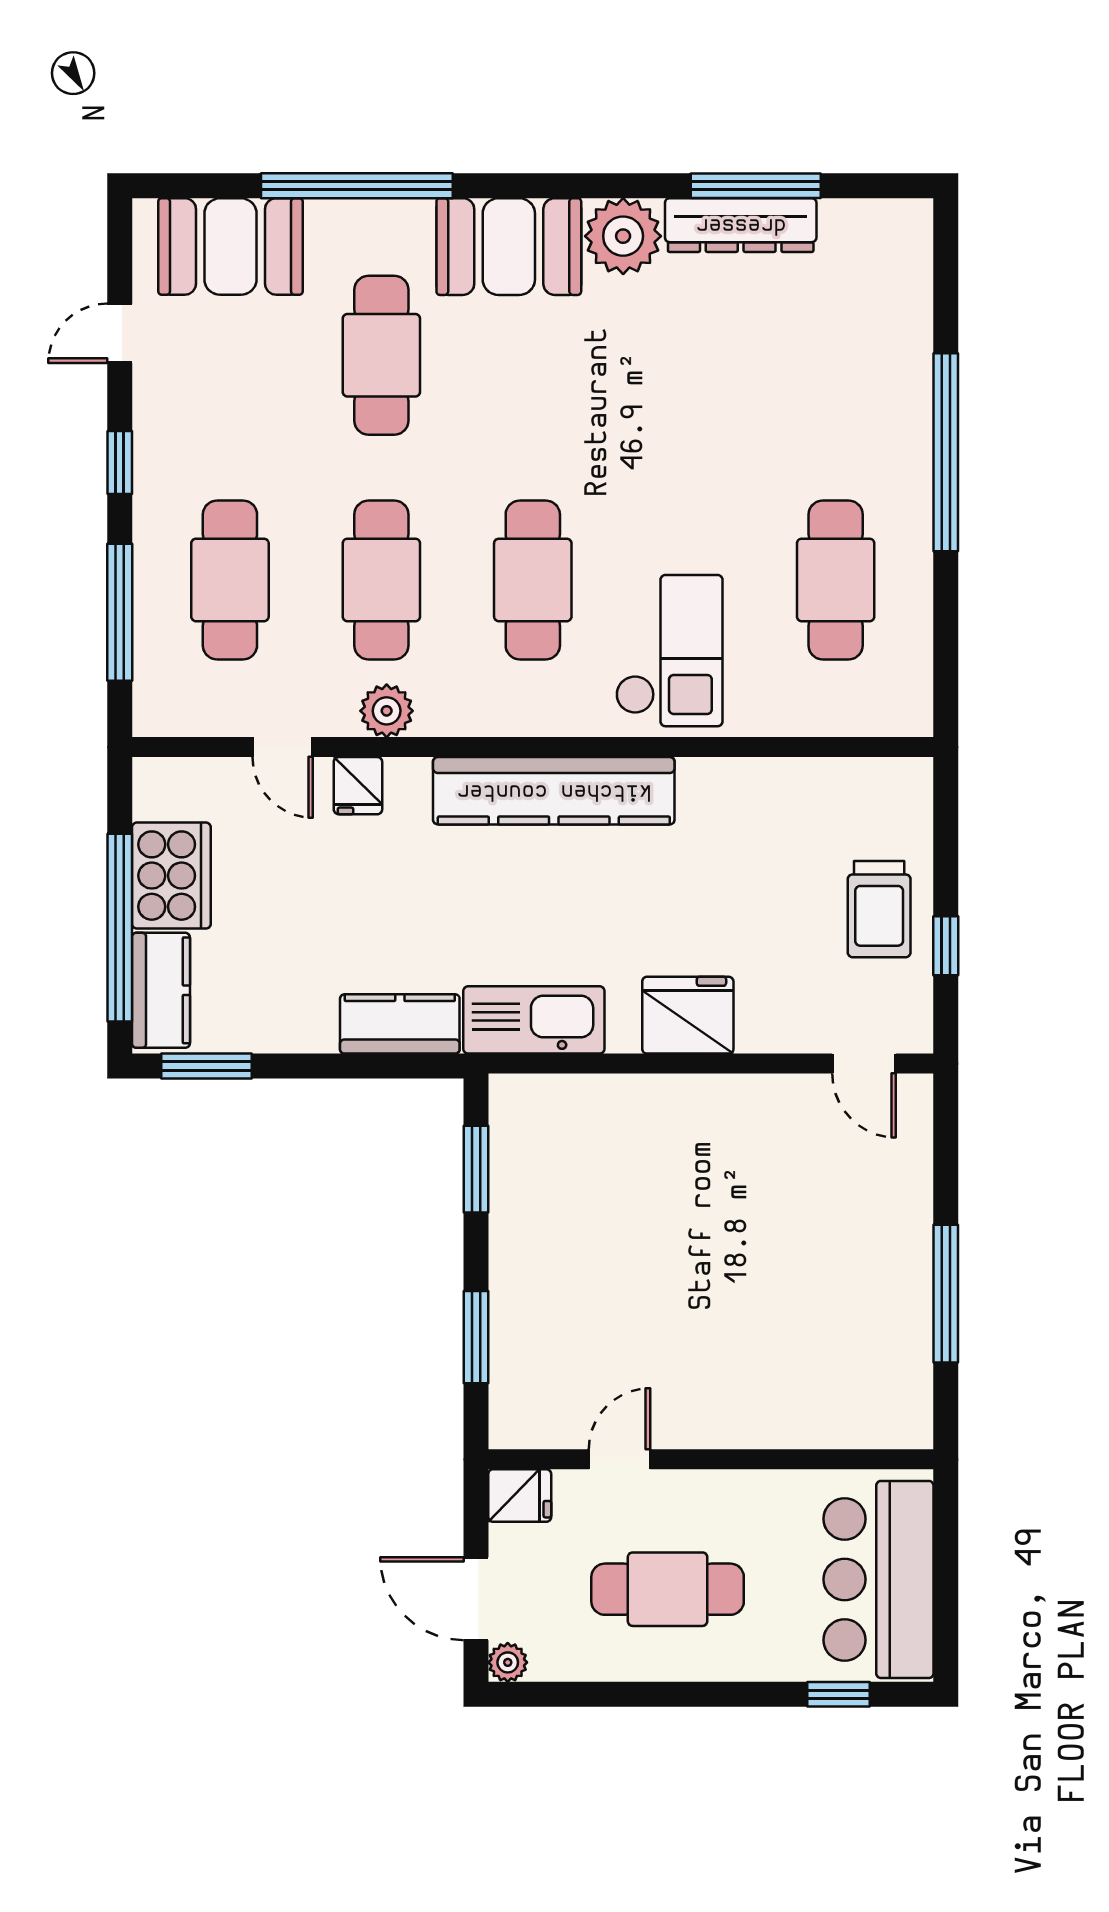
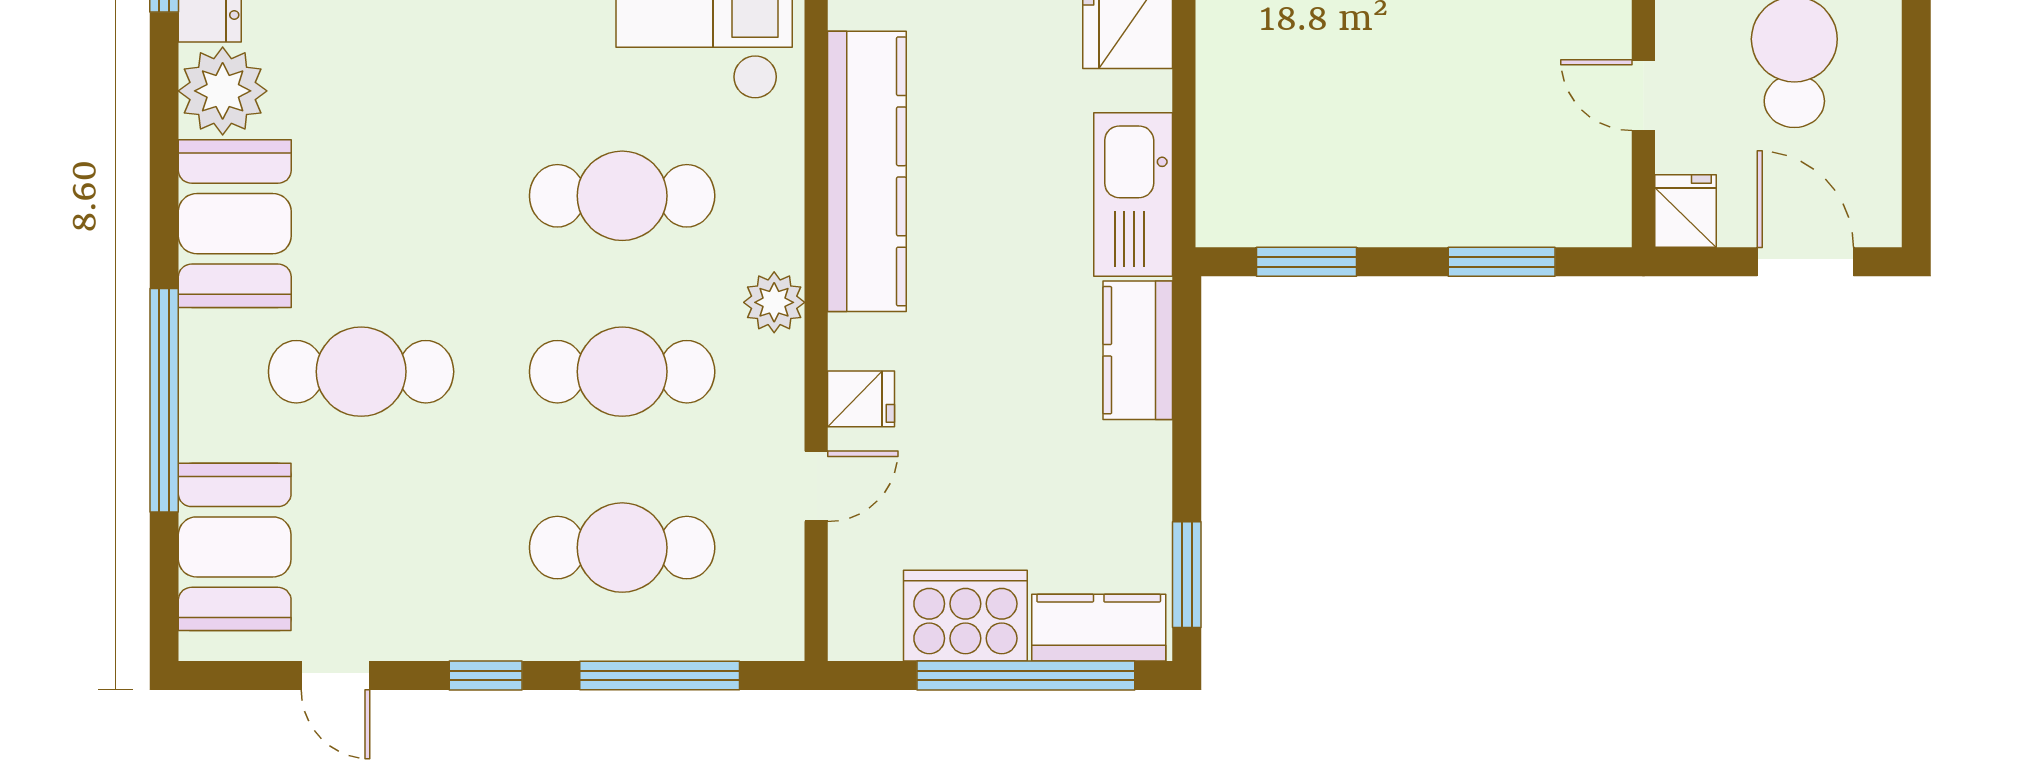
plant: (387, 711) -> (774, 302), moved
door: (476, 1599) -> (1805, 262), swing flipped
plant: (508, 1662) -> (1879, 225), removed

